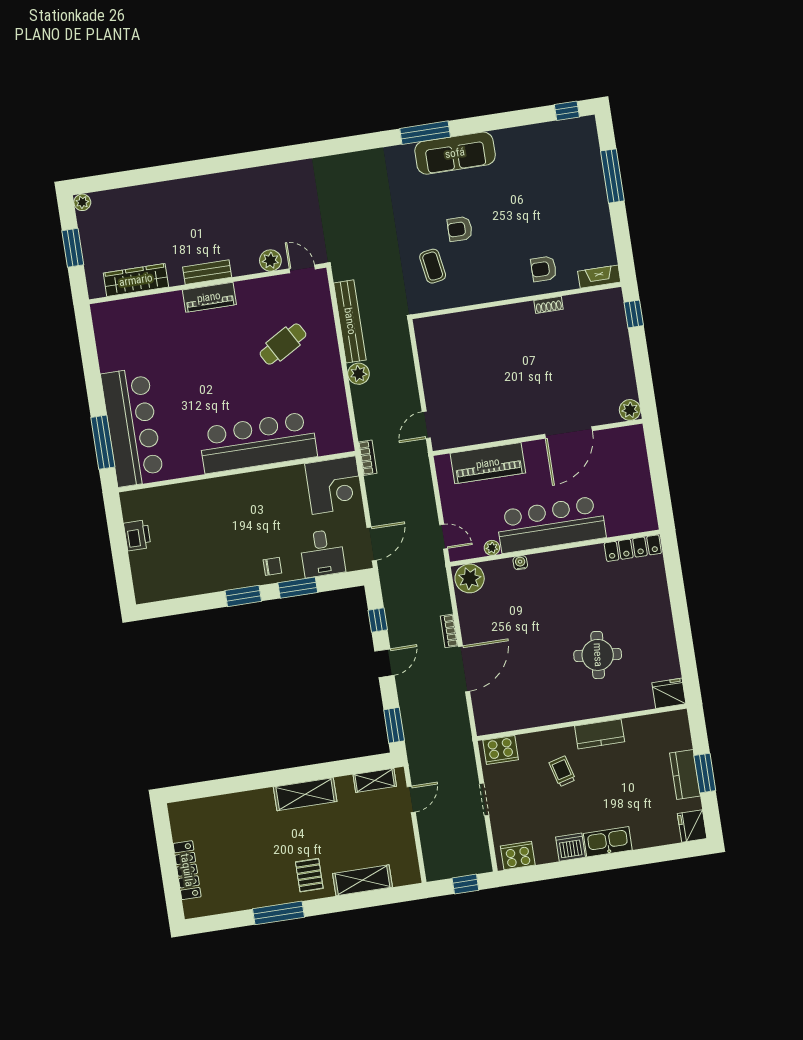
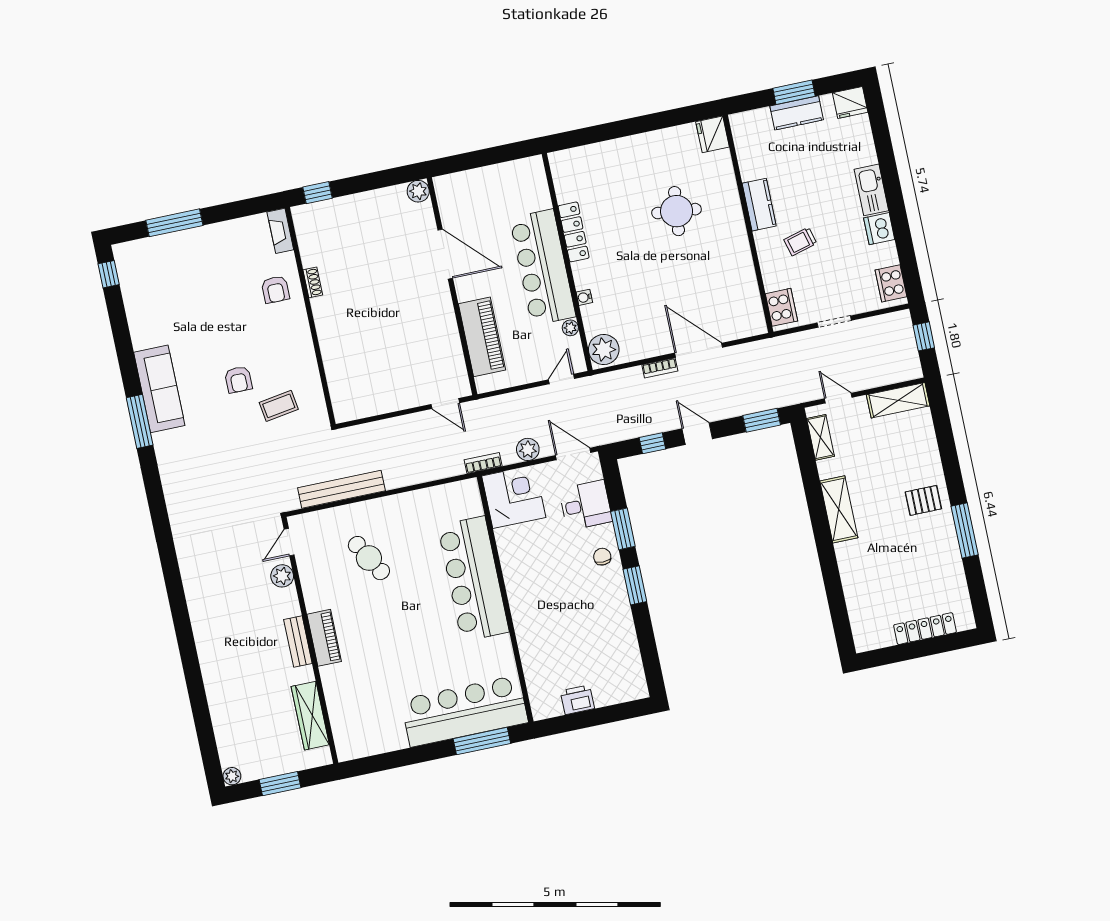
plant: (359, 374) -> (528, 449), moved
locker: (633, 548) -> (574, 232), moved
shelving: (363, 880) -> (898, 400), moved, turned 90

